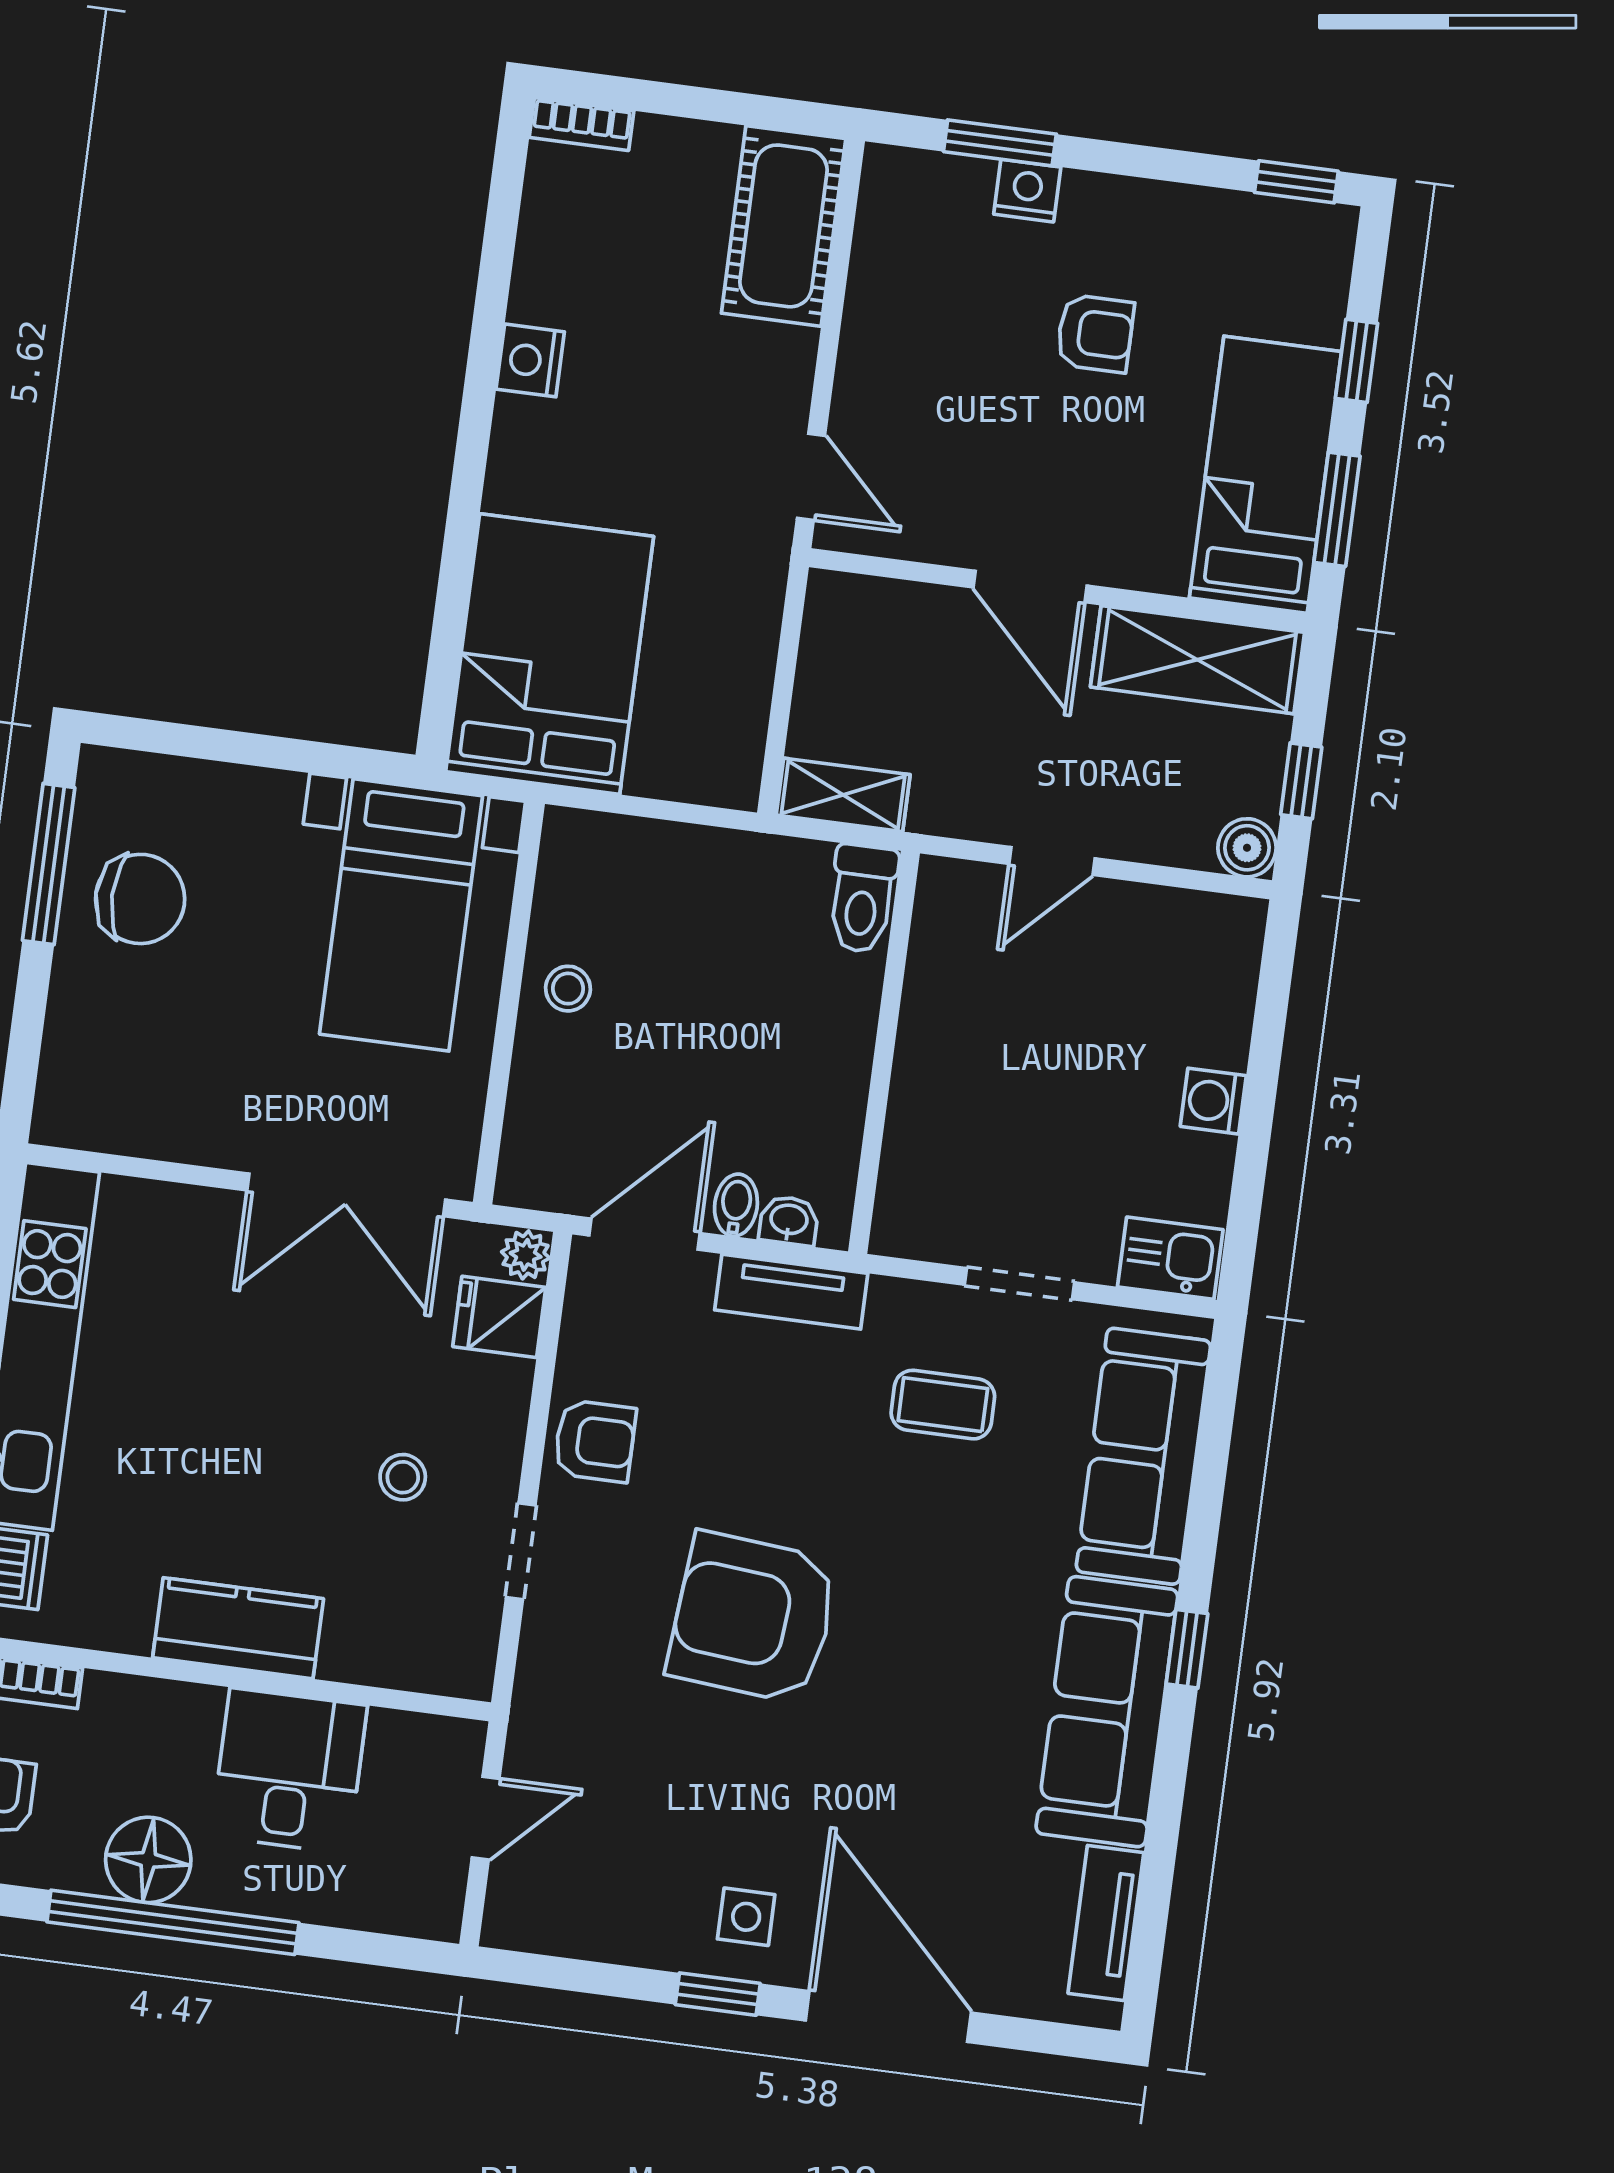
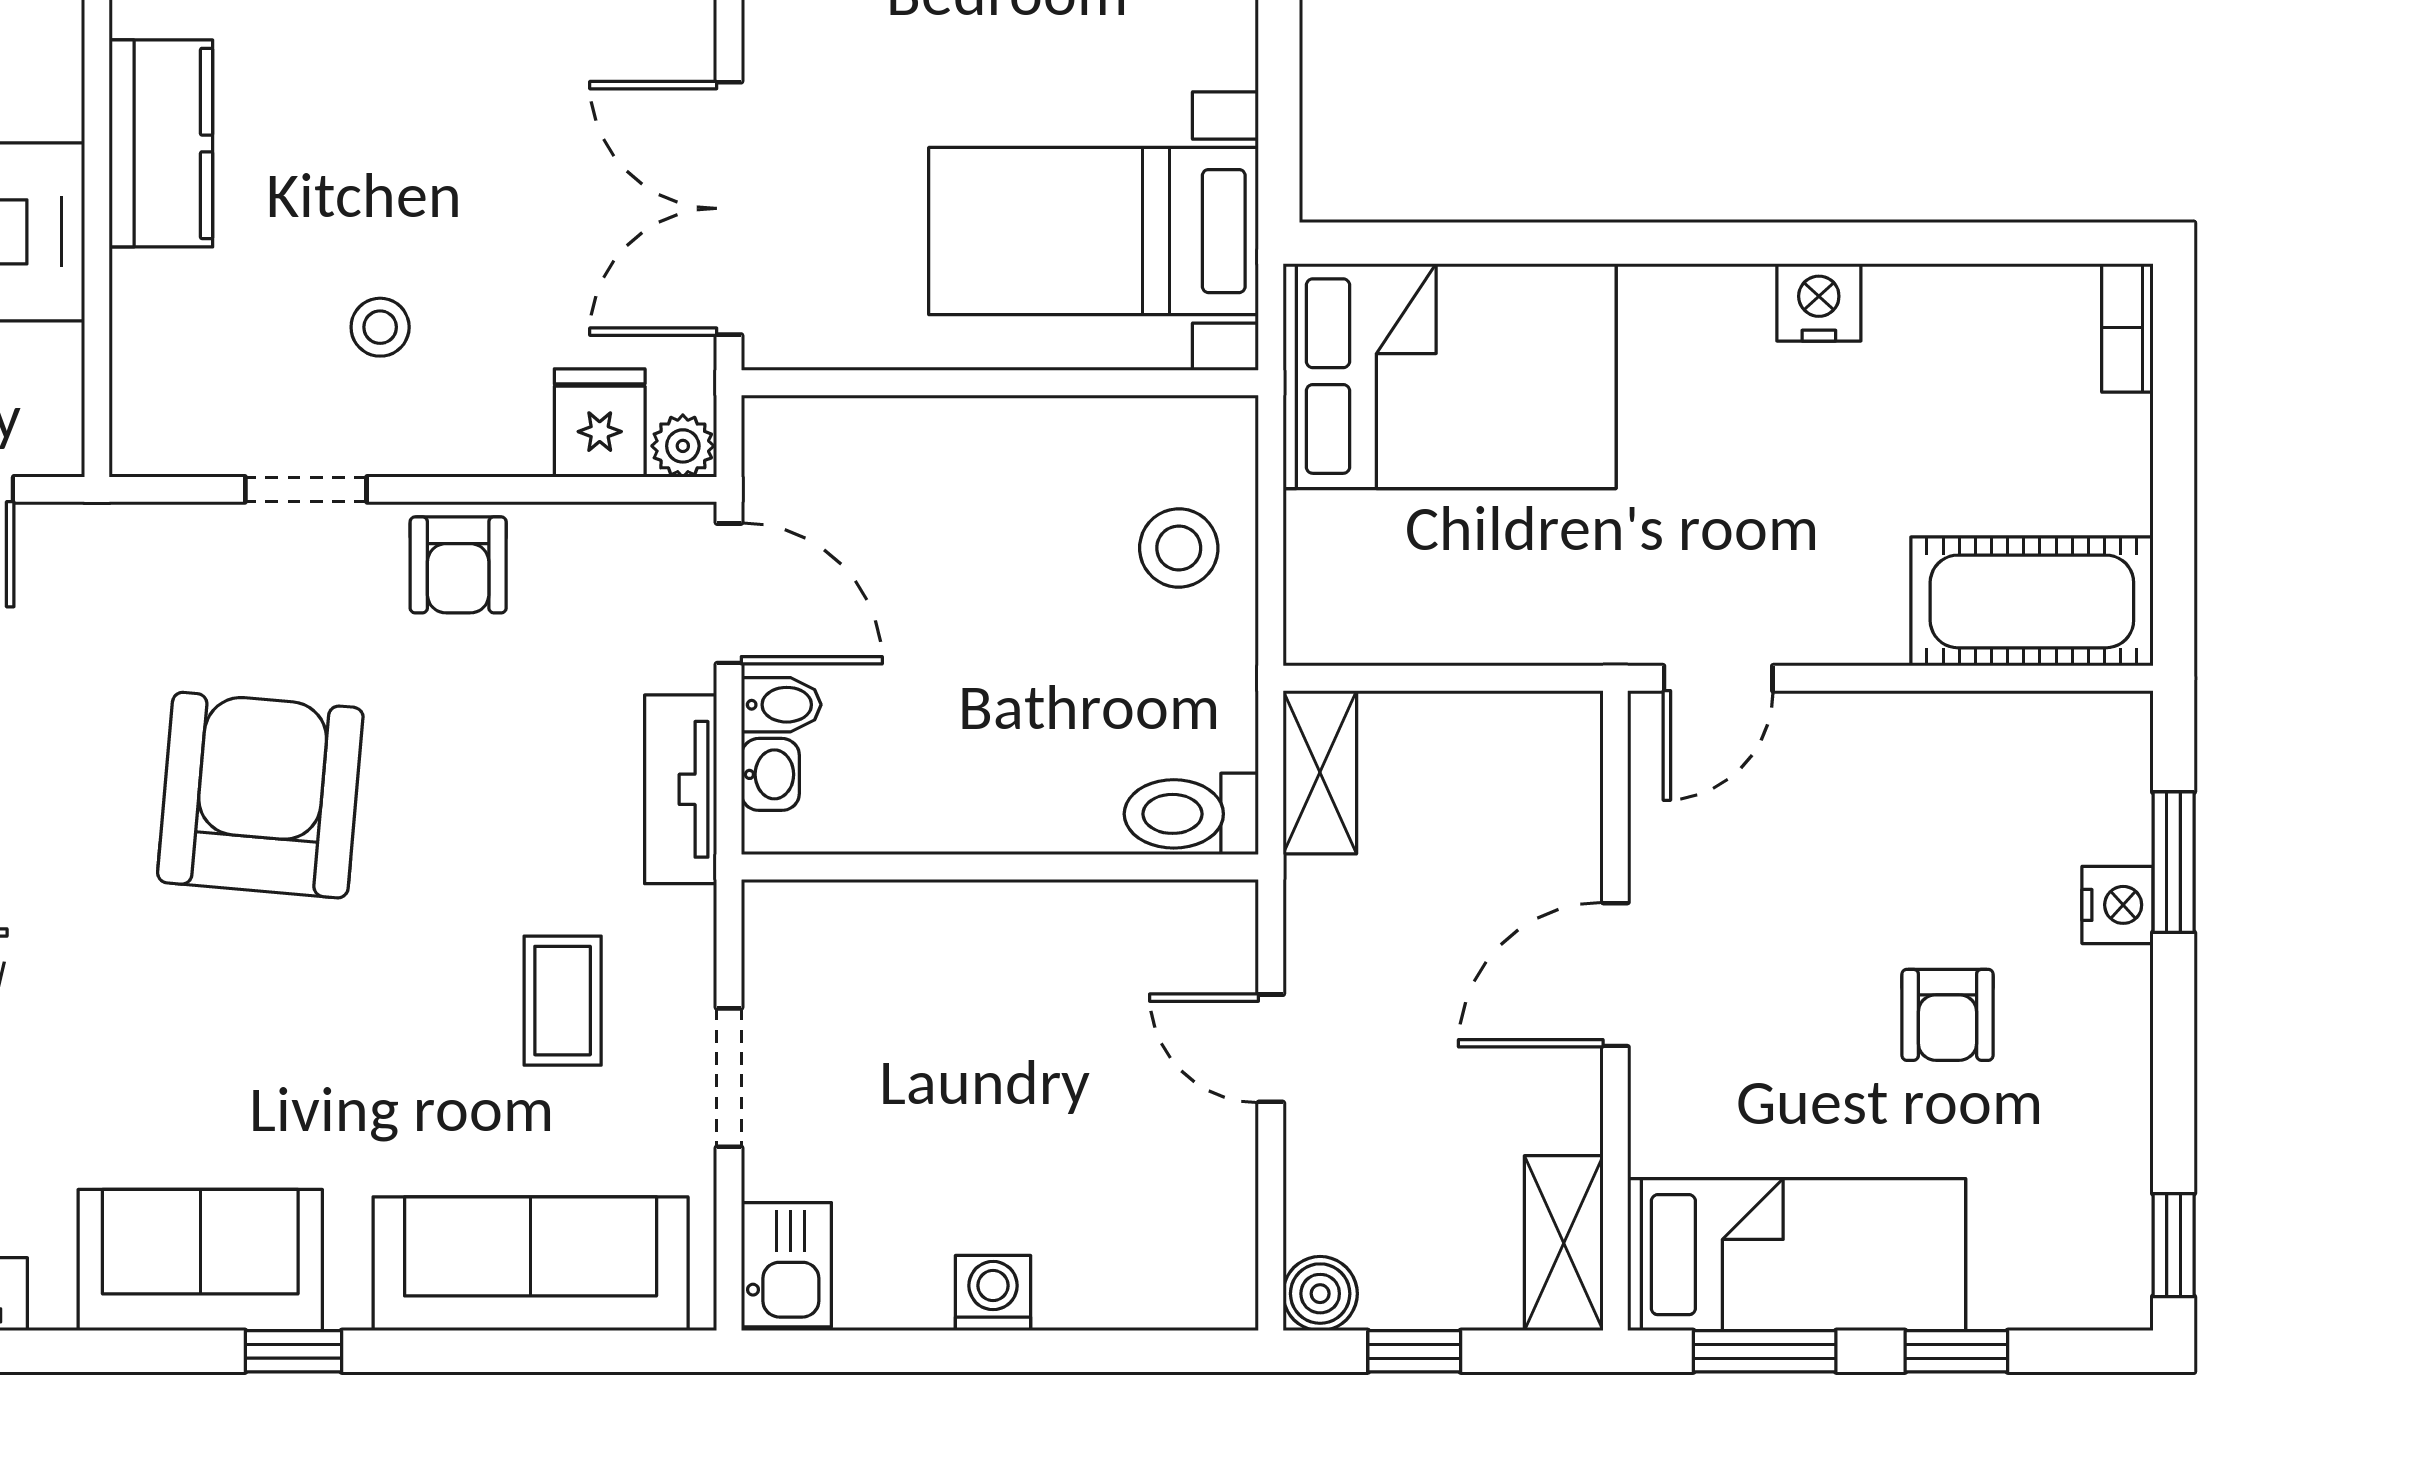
shelving: (1198, 660) -> (1564, 1243), width x0.67, depth x0.75
stool: (568, 989) -> (1179, 548), moved, width x1.37, depth x1.37
sofa: (1107, 1712) -> (200, 1260), width x0.73

